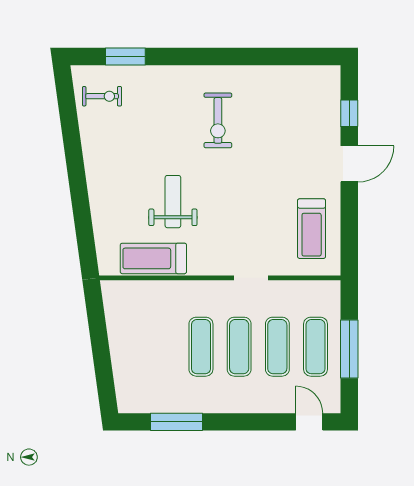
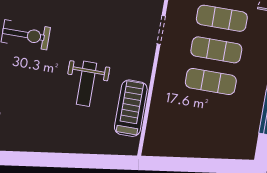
weight bench: (173, 202) -> (87, 84), turned -90
treadmill: (153, 258) -> (131, 108), turned 180

